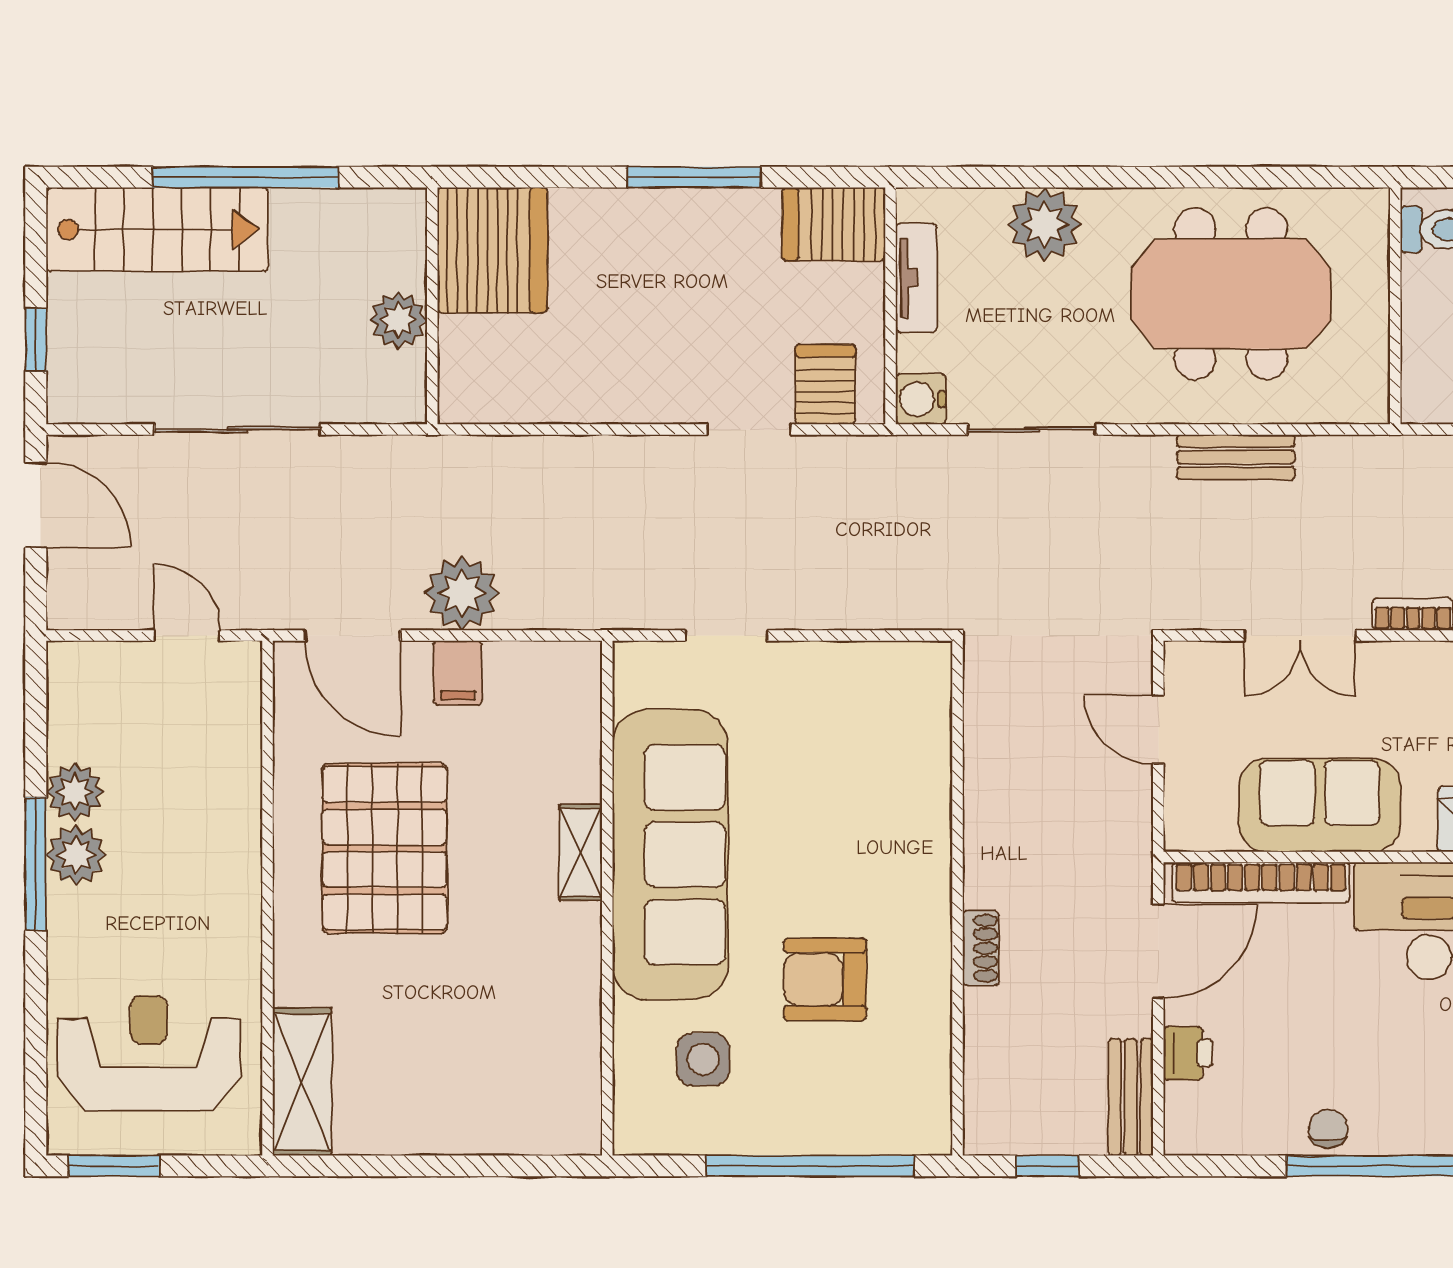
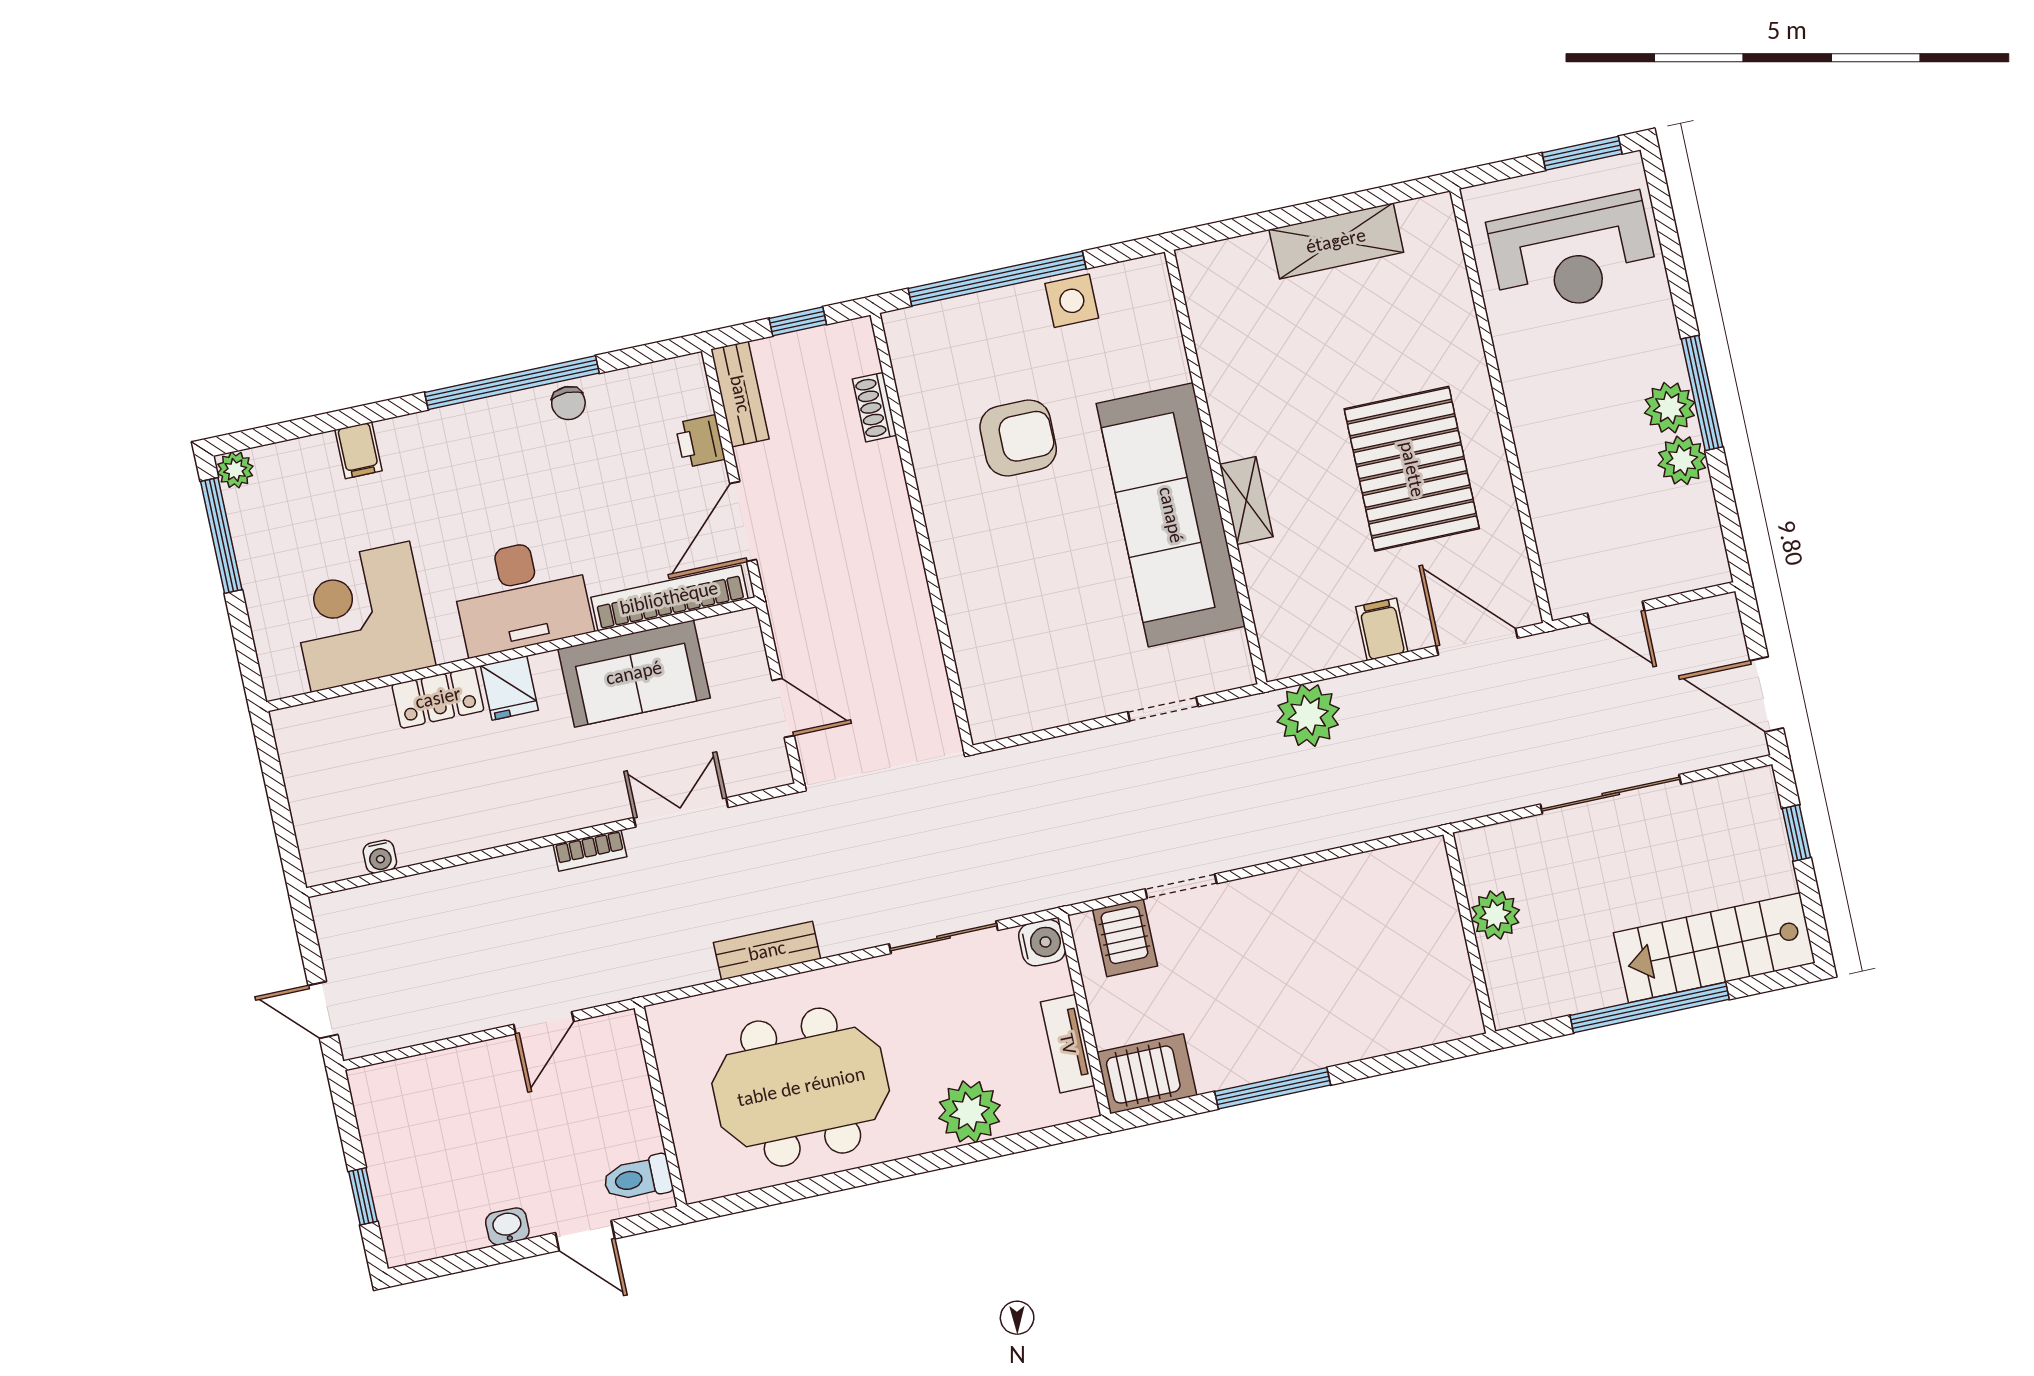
server rack: (492, 250) -> (1429, 991), removed
plant: (462, 593) -> (1308, 715), moved
shoe rack: (981, 948) -> (875, 407), moved
side table: (703, 1059) -> (1072, 301), moved
shelving: (302, 1082) -> (1336, 241), moved, turned 90

